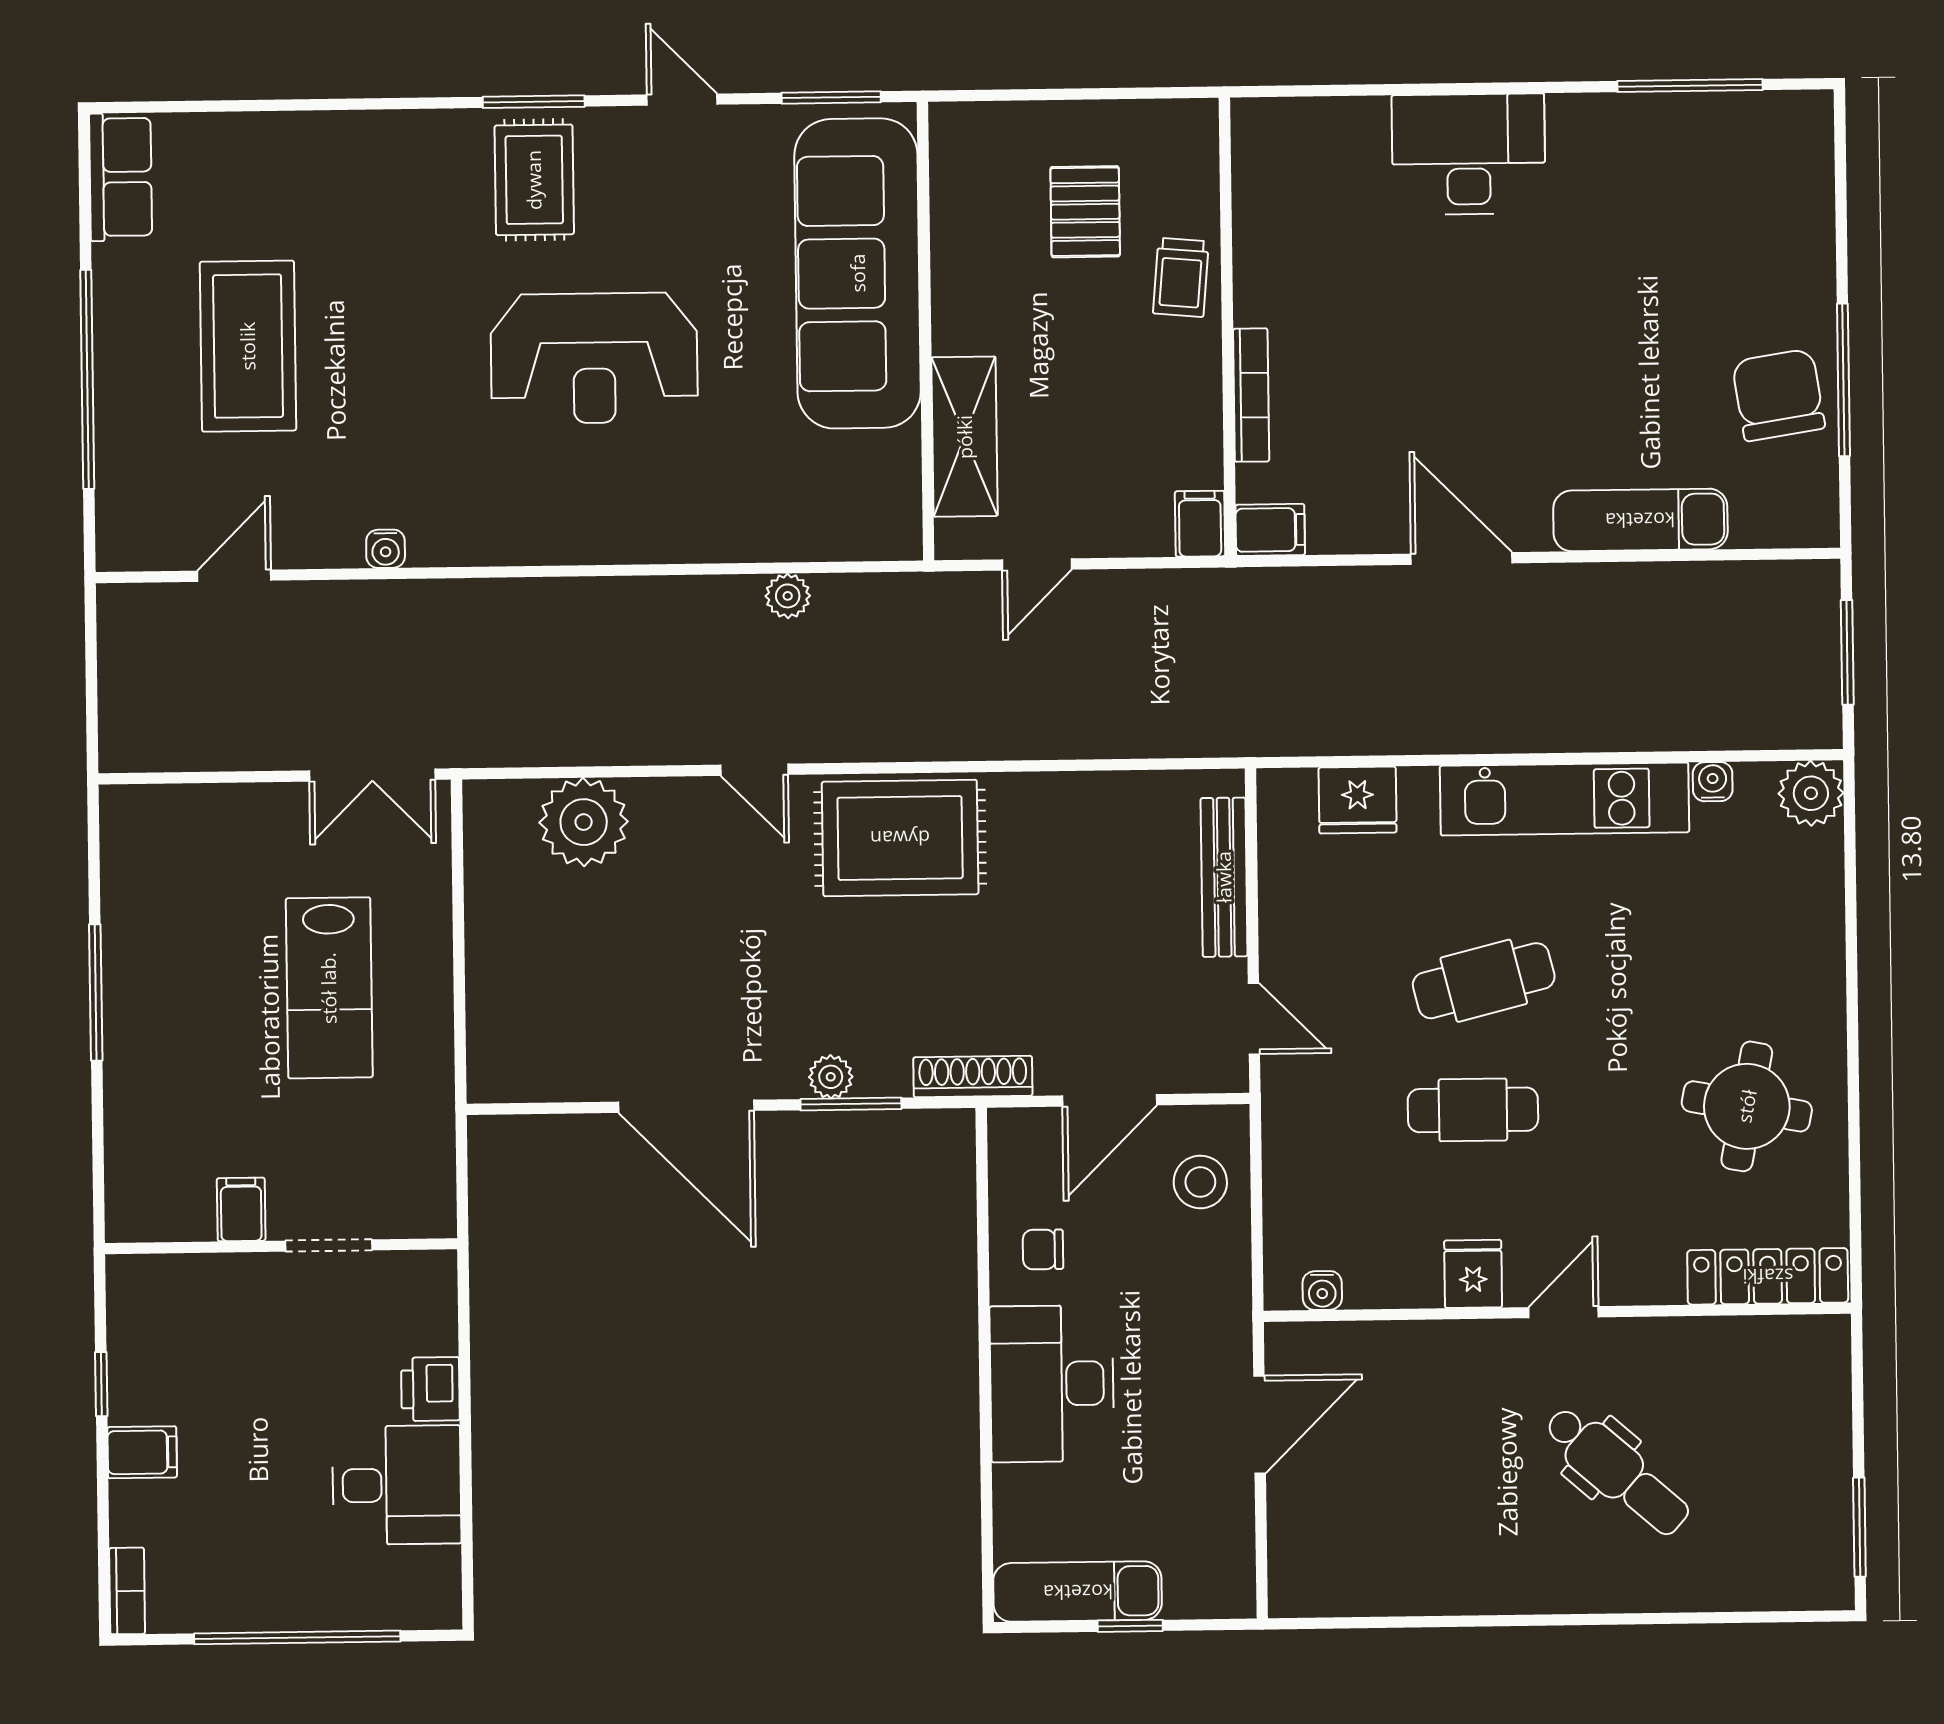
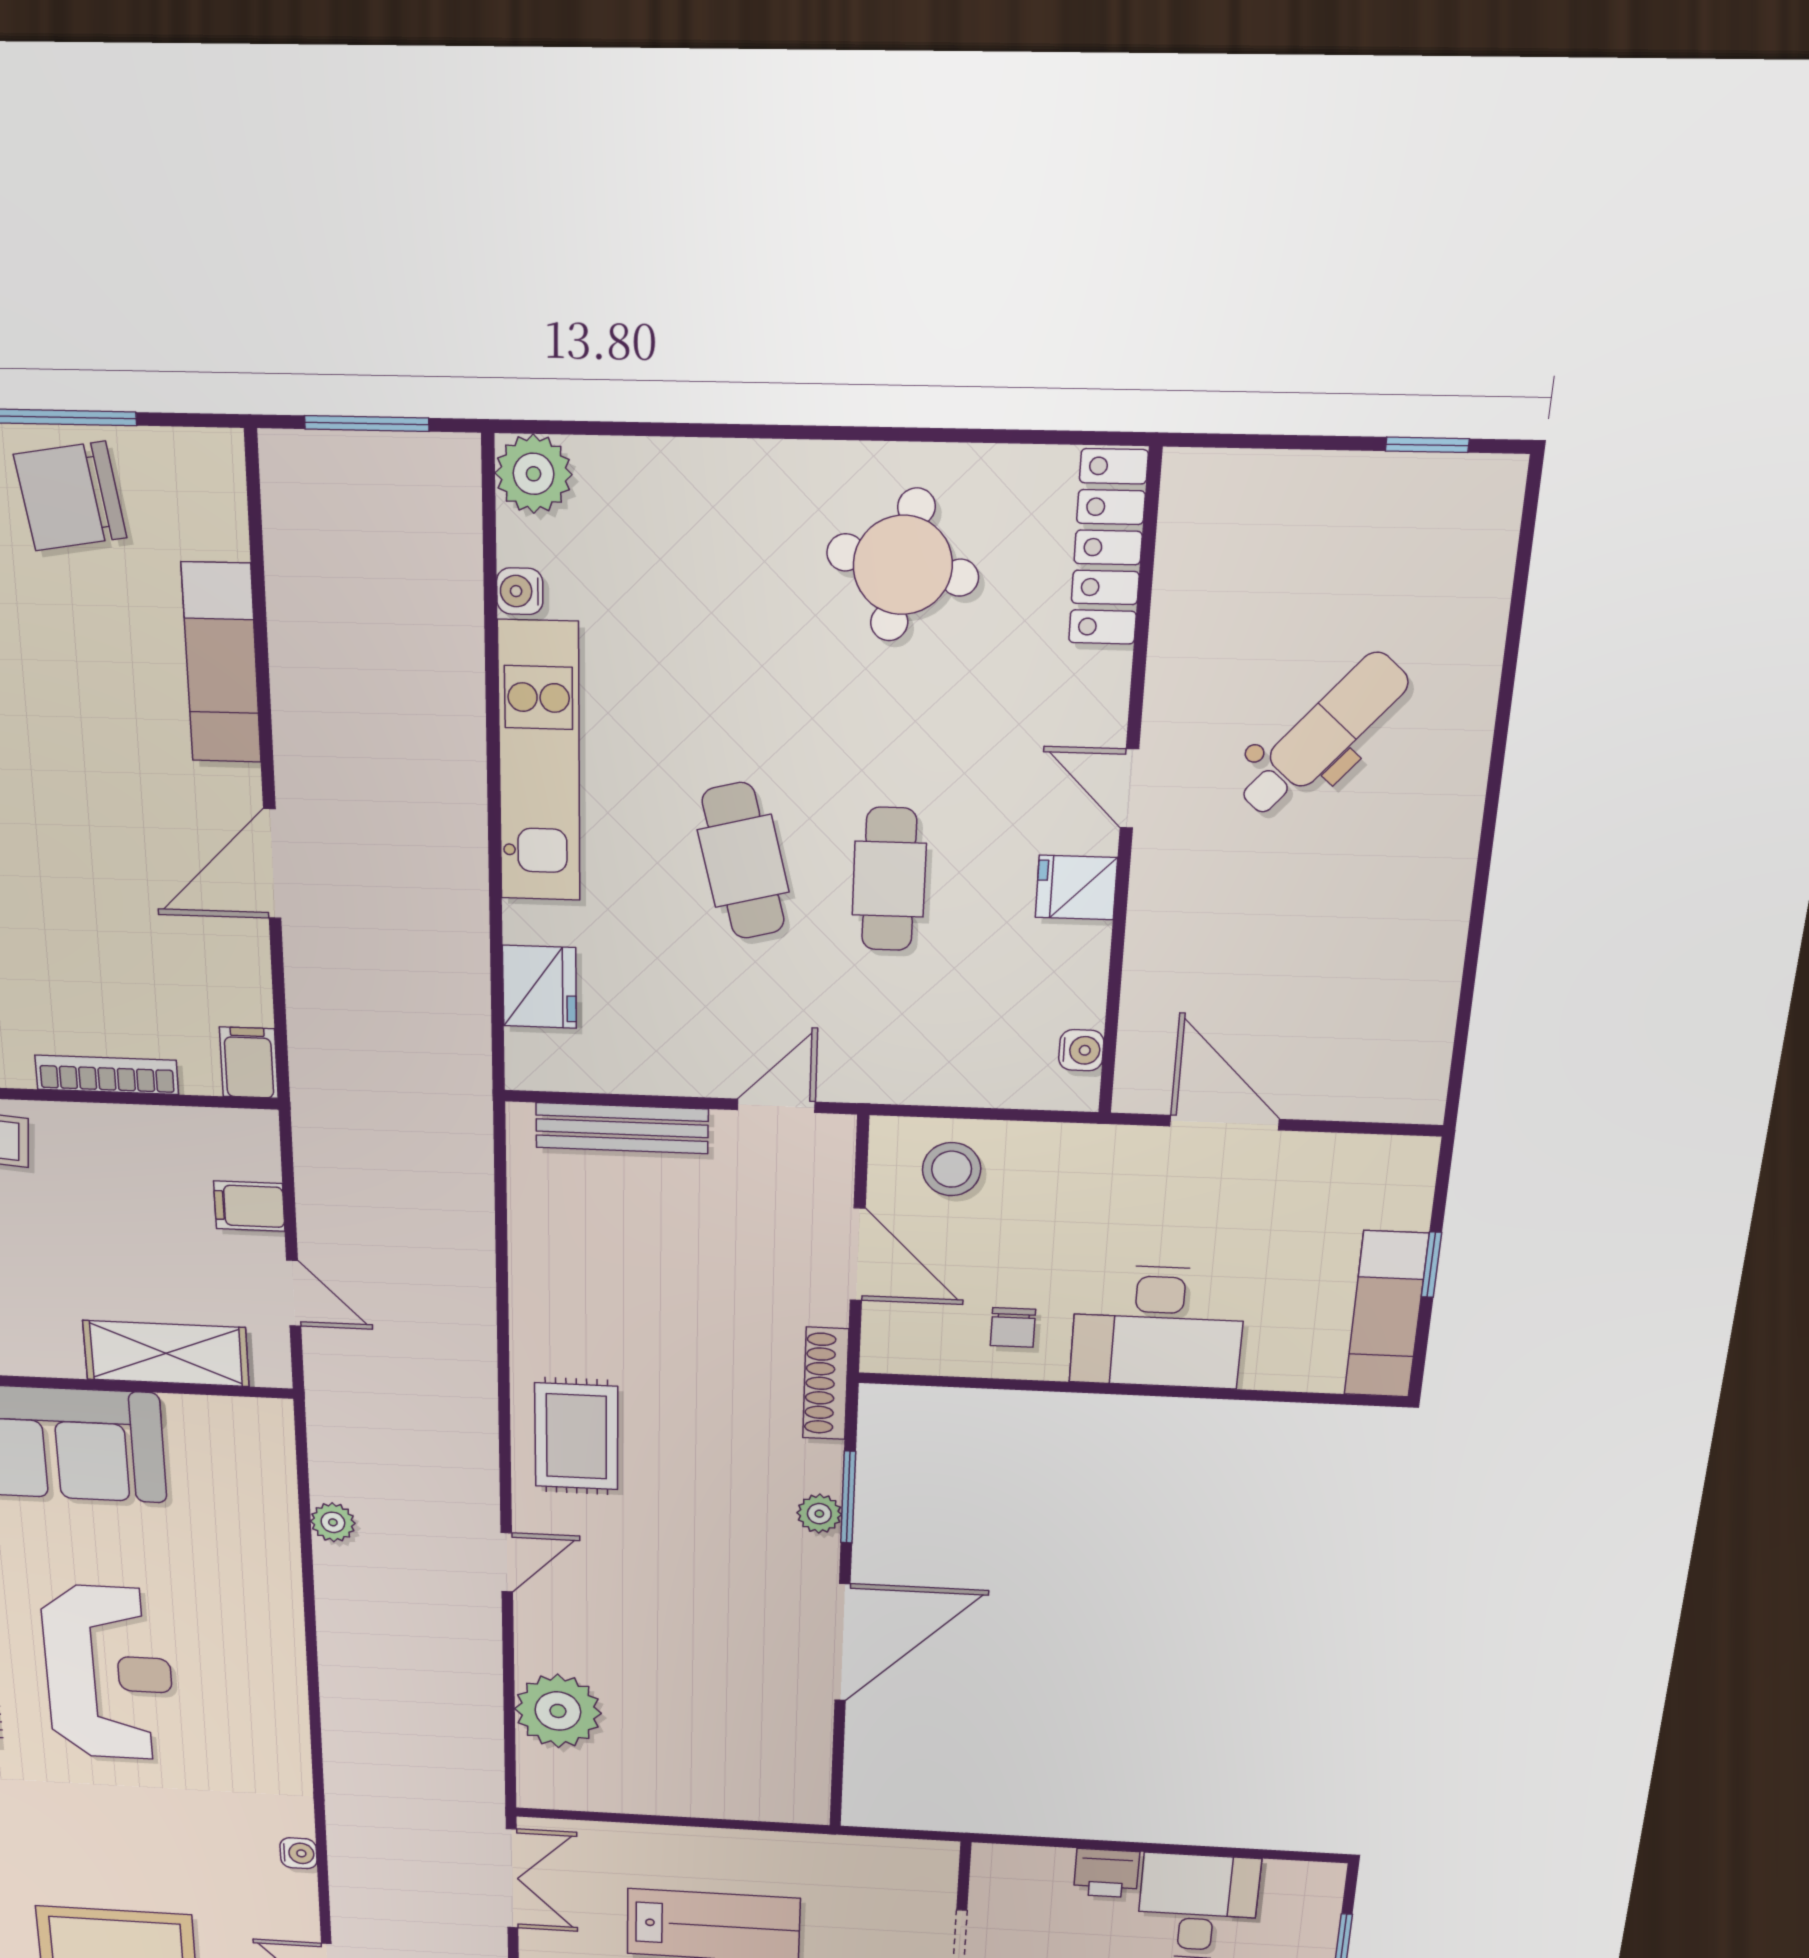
filing cabinet: (1200, 524) -> (249, 1206), moved
rug: (900, 838) -> (576, 1436), width x0.73, depth x0.70
window: (1859, 1527) -> (1427, 445), width x0.67

